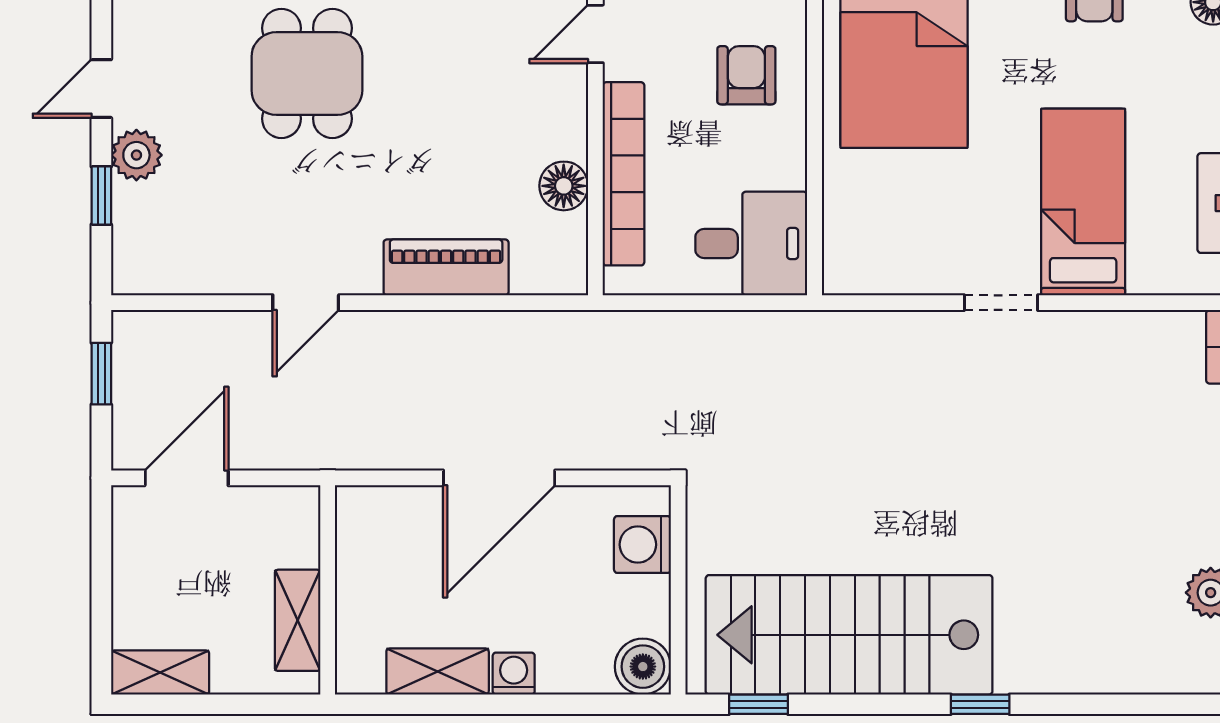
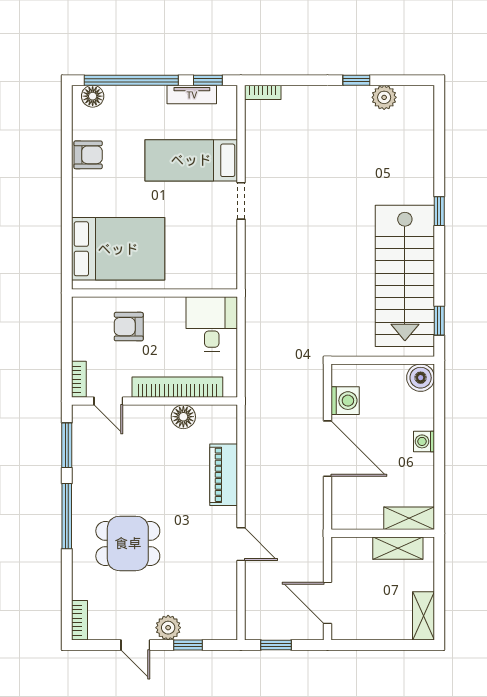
washing machine: (642, 545) -> (345, 401), moved, turned -90
shelving: (438, 671) -> (409, 518), moved, turned 90

